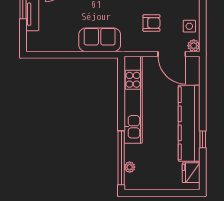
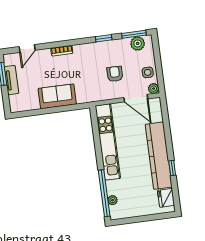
armchair: (151, 23) -> (115, 74), turned -90
sofa: (100, 40) -> (57, 96), moved

